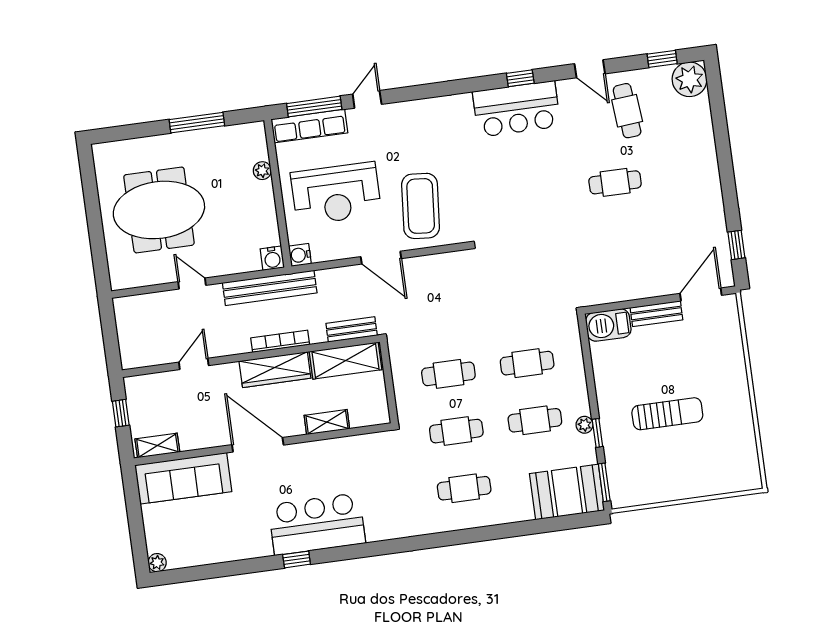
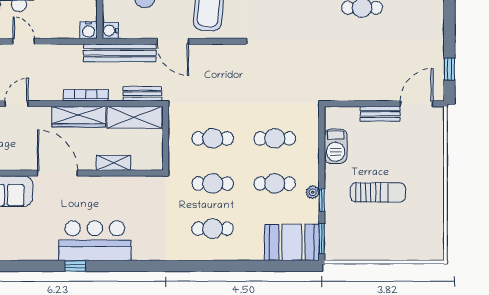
bench: (270, 288) -> (120, 53), moved
barbecue: (608, 325) -> (336, 146), moved, turned -90

